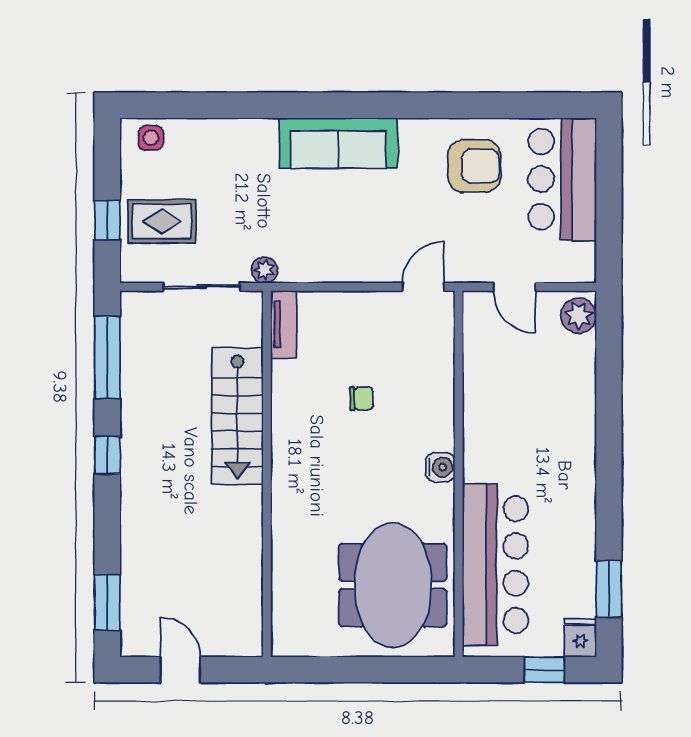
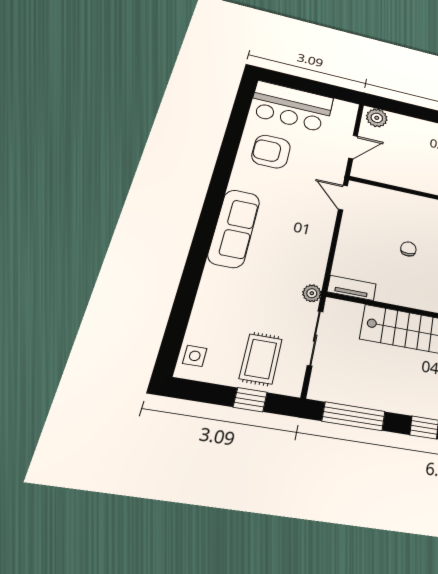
armchair: (474, 166) -> (271, 152), turned -90

